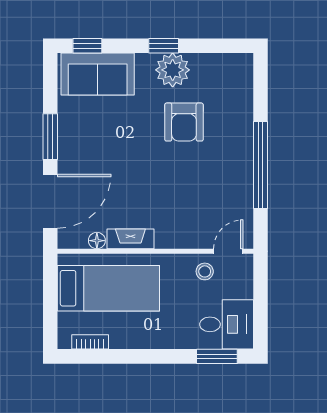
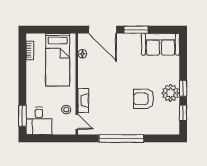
window: (87, 46) -> (183, 113), moved
sofa: (98, 74) -> (160, 44), moved, turned -90
fireplace: (130, 239) -> (83, 101), moved

